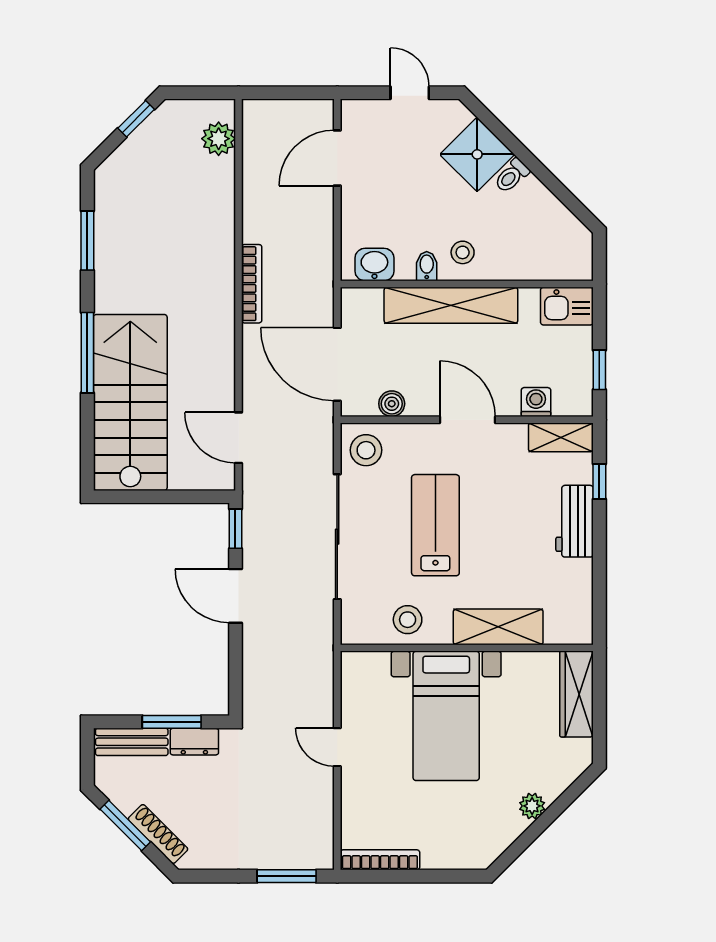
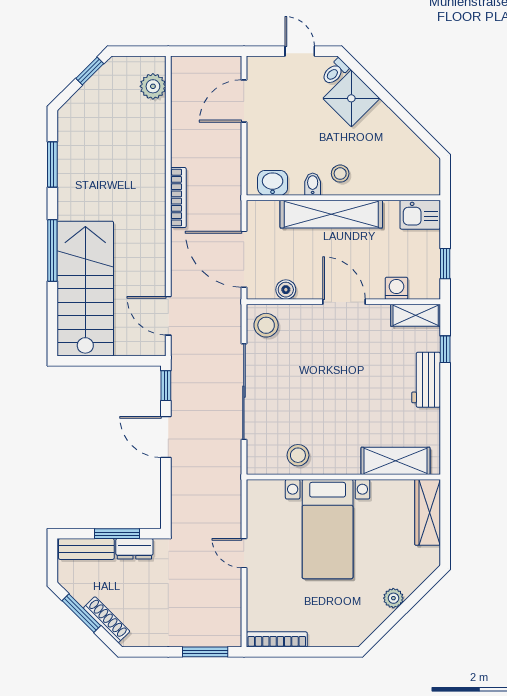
toilet: (512, 176) -> (335, 72), moved
lab bench: (435, 525) -> (319, 383), removed
shelving: (498, 627) -> (395, 461), moved

